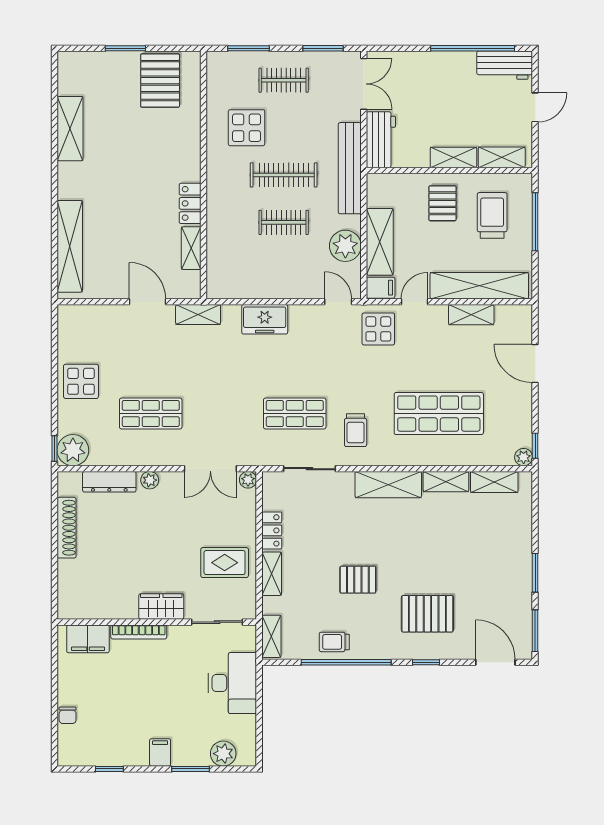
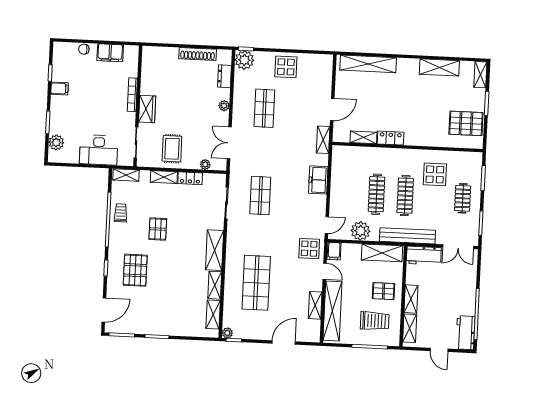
shelving: (79, 61) -> (480, 75), added
clothes rail: (284, 222) -> (376, 194), width x1.36
shelving: (380, 242) -> (382, 253), moved
trolley: (356, 430) -> (248, 232), removed
plant: (248, 480) -> (205, 165), moved
dresser: (109, 482) -> (224, 76), width x0.70
filing cabinet: (88, 639) -> (110, 53), moved, turned -90
filing cabinet: (160, 752) -> (59, 89), moved

